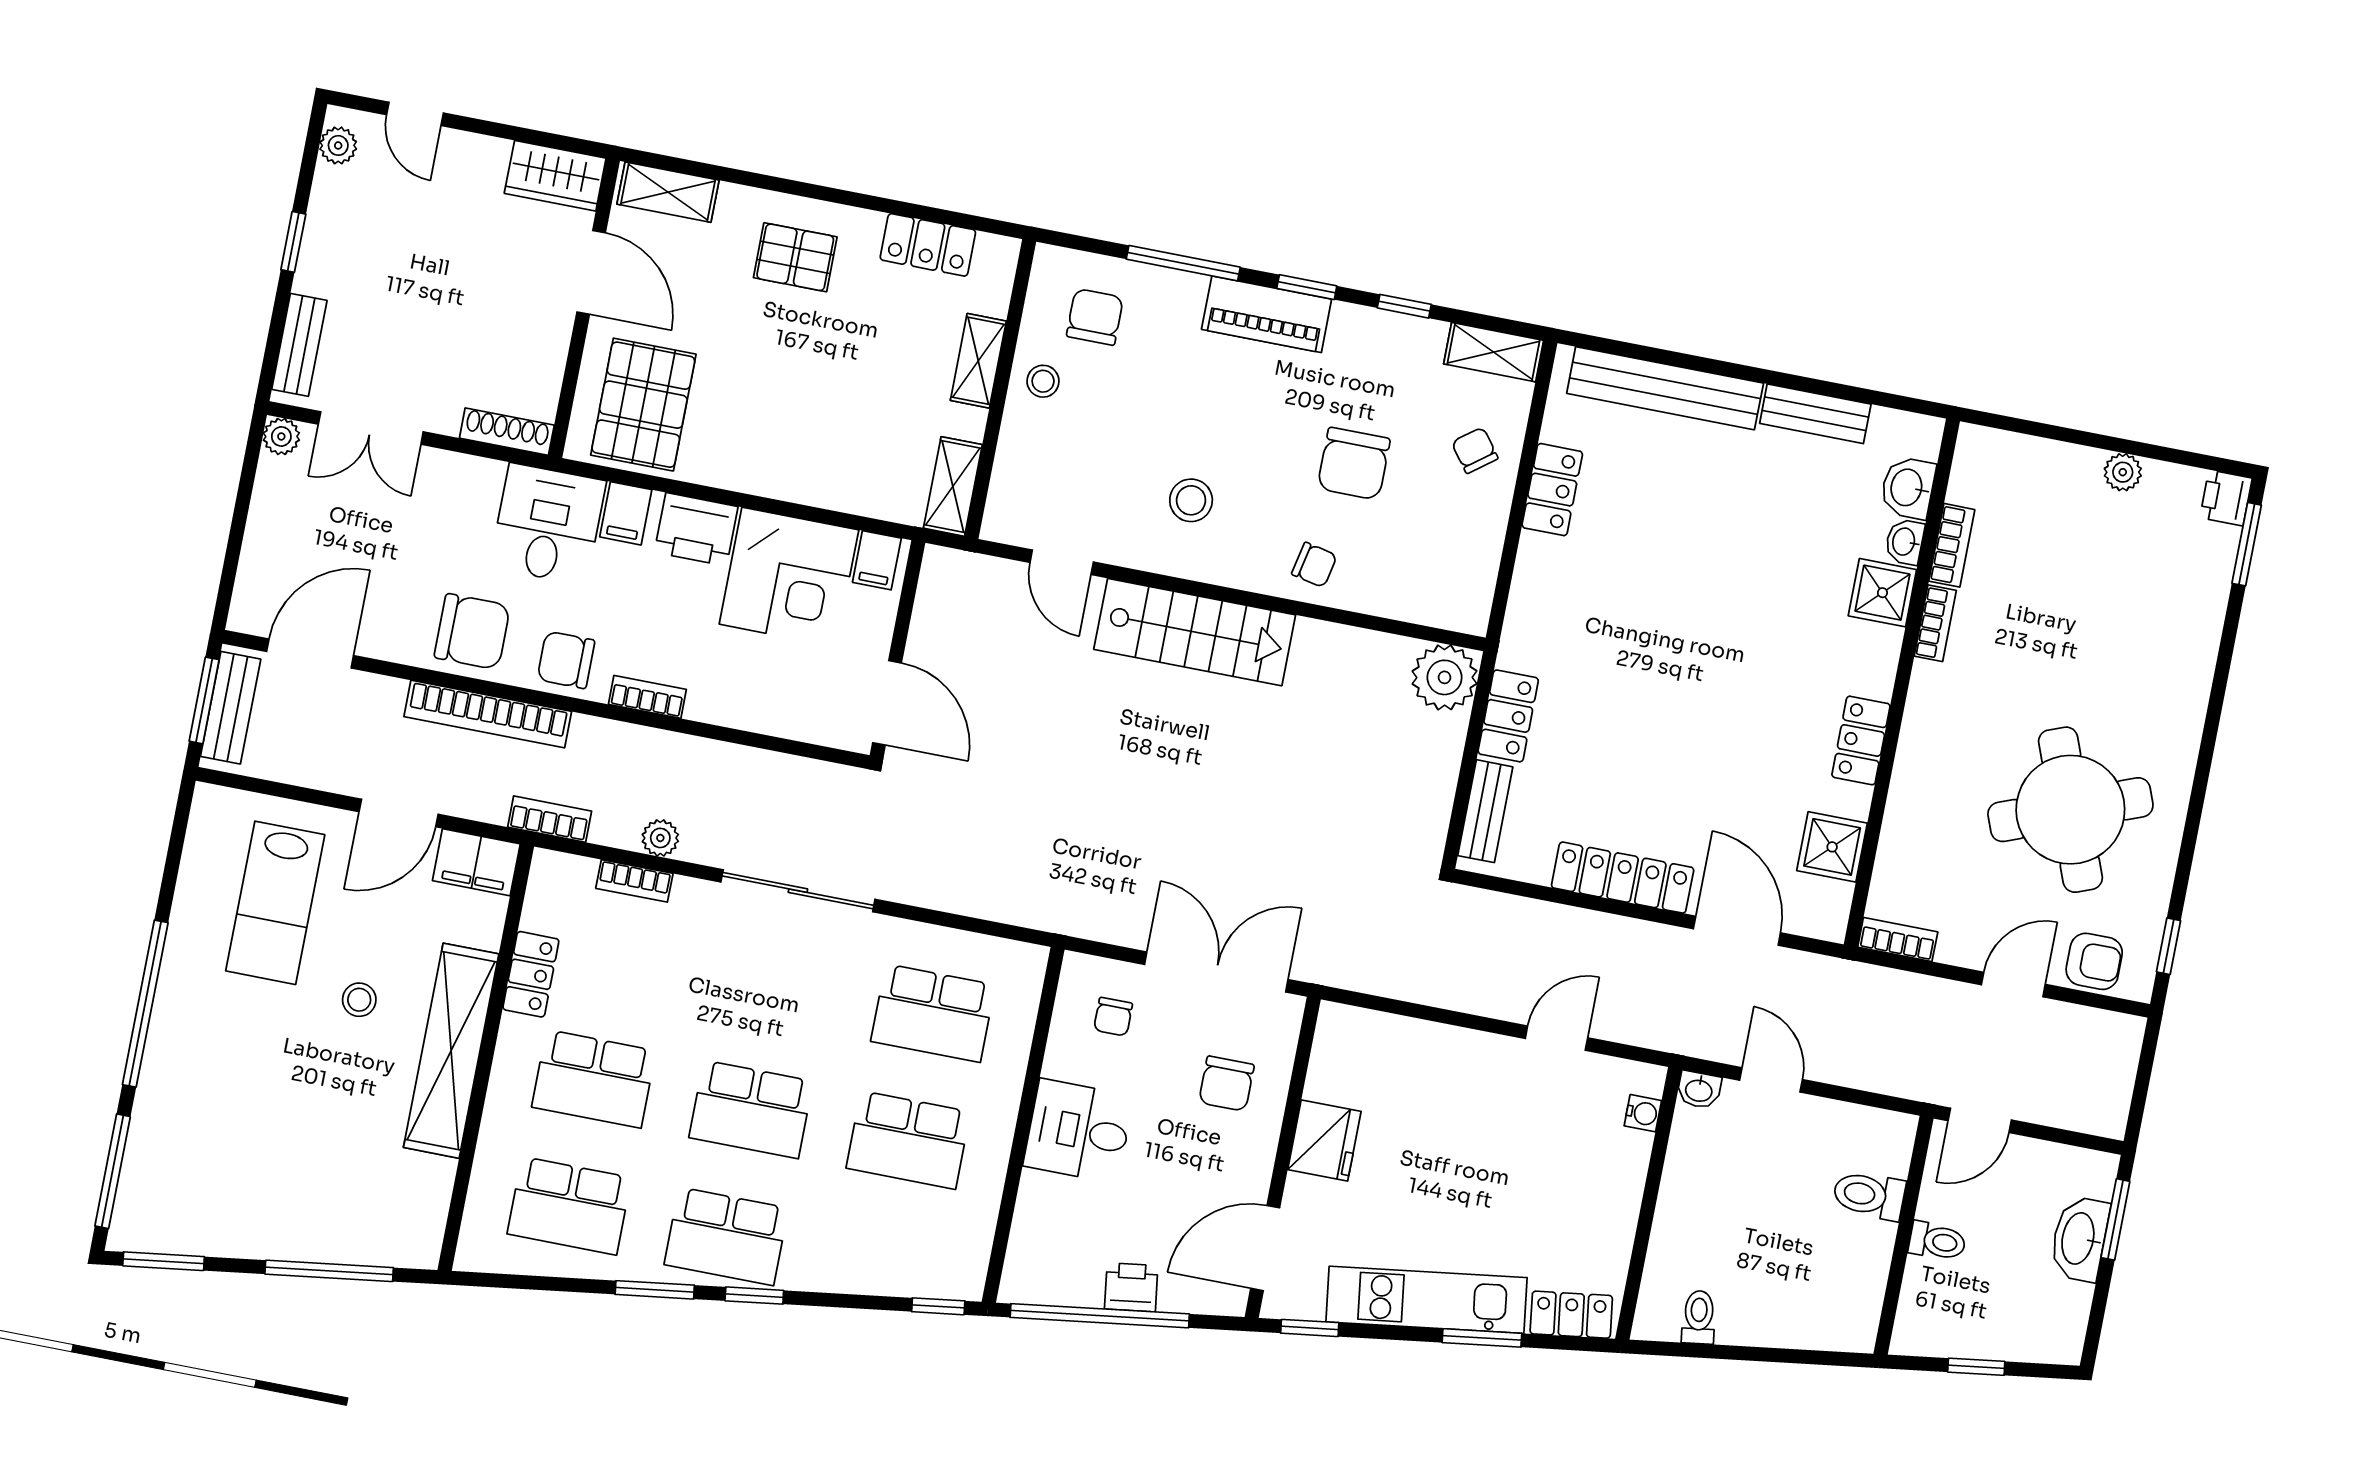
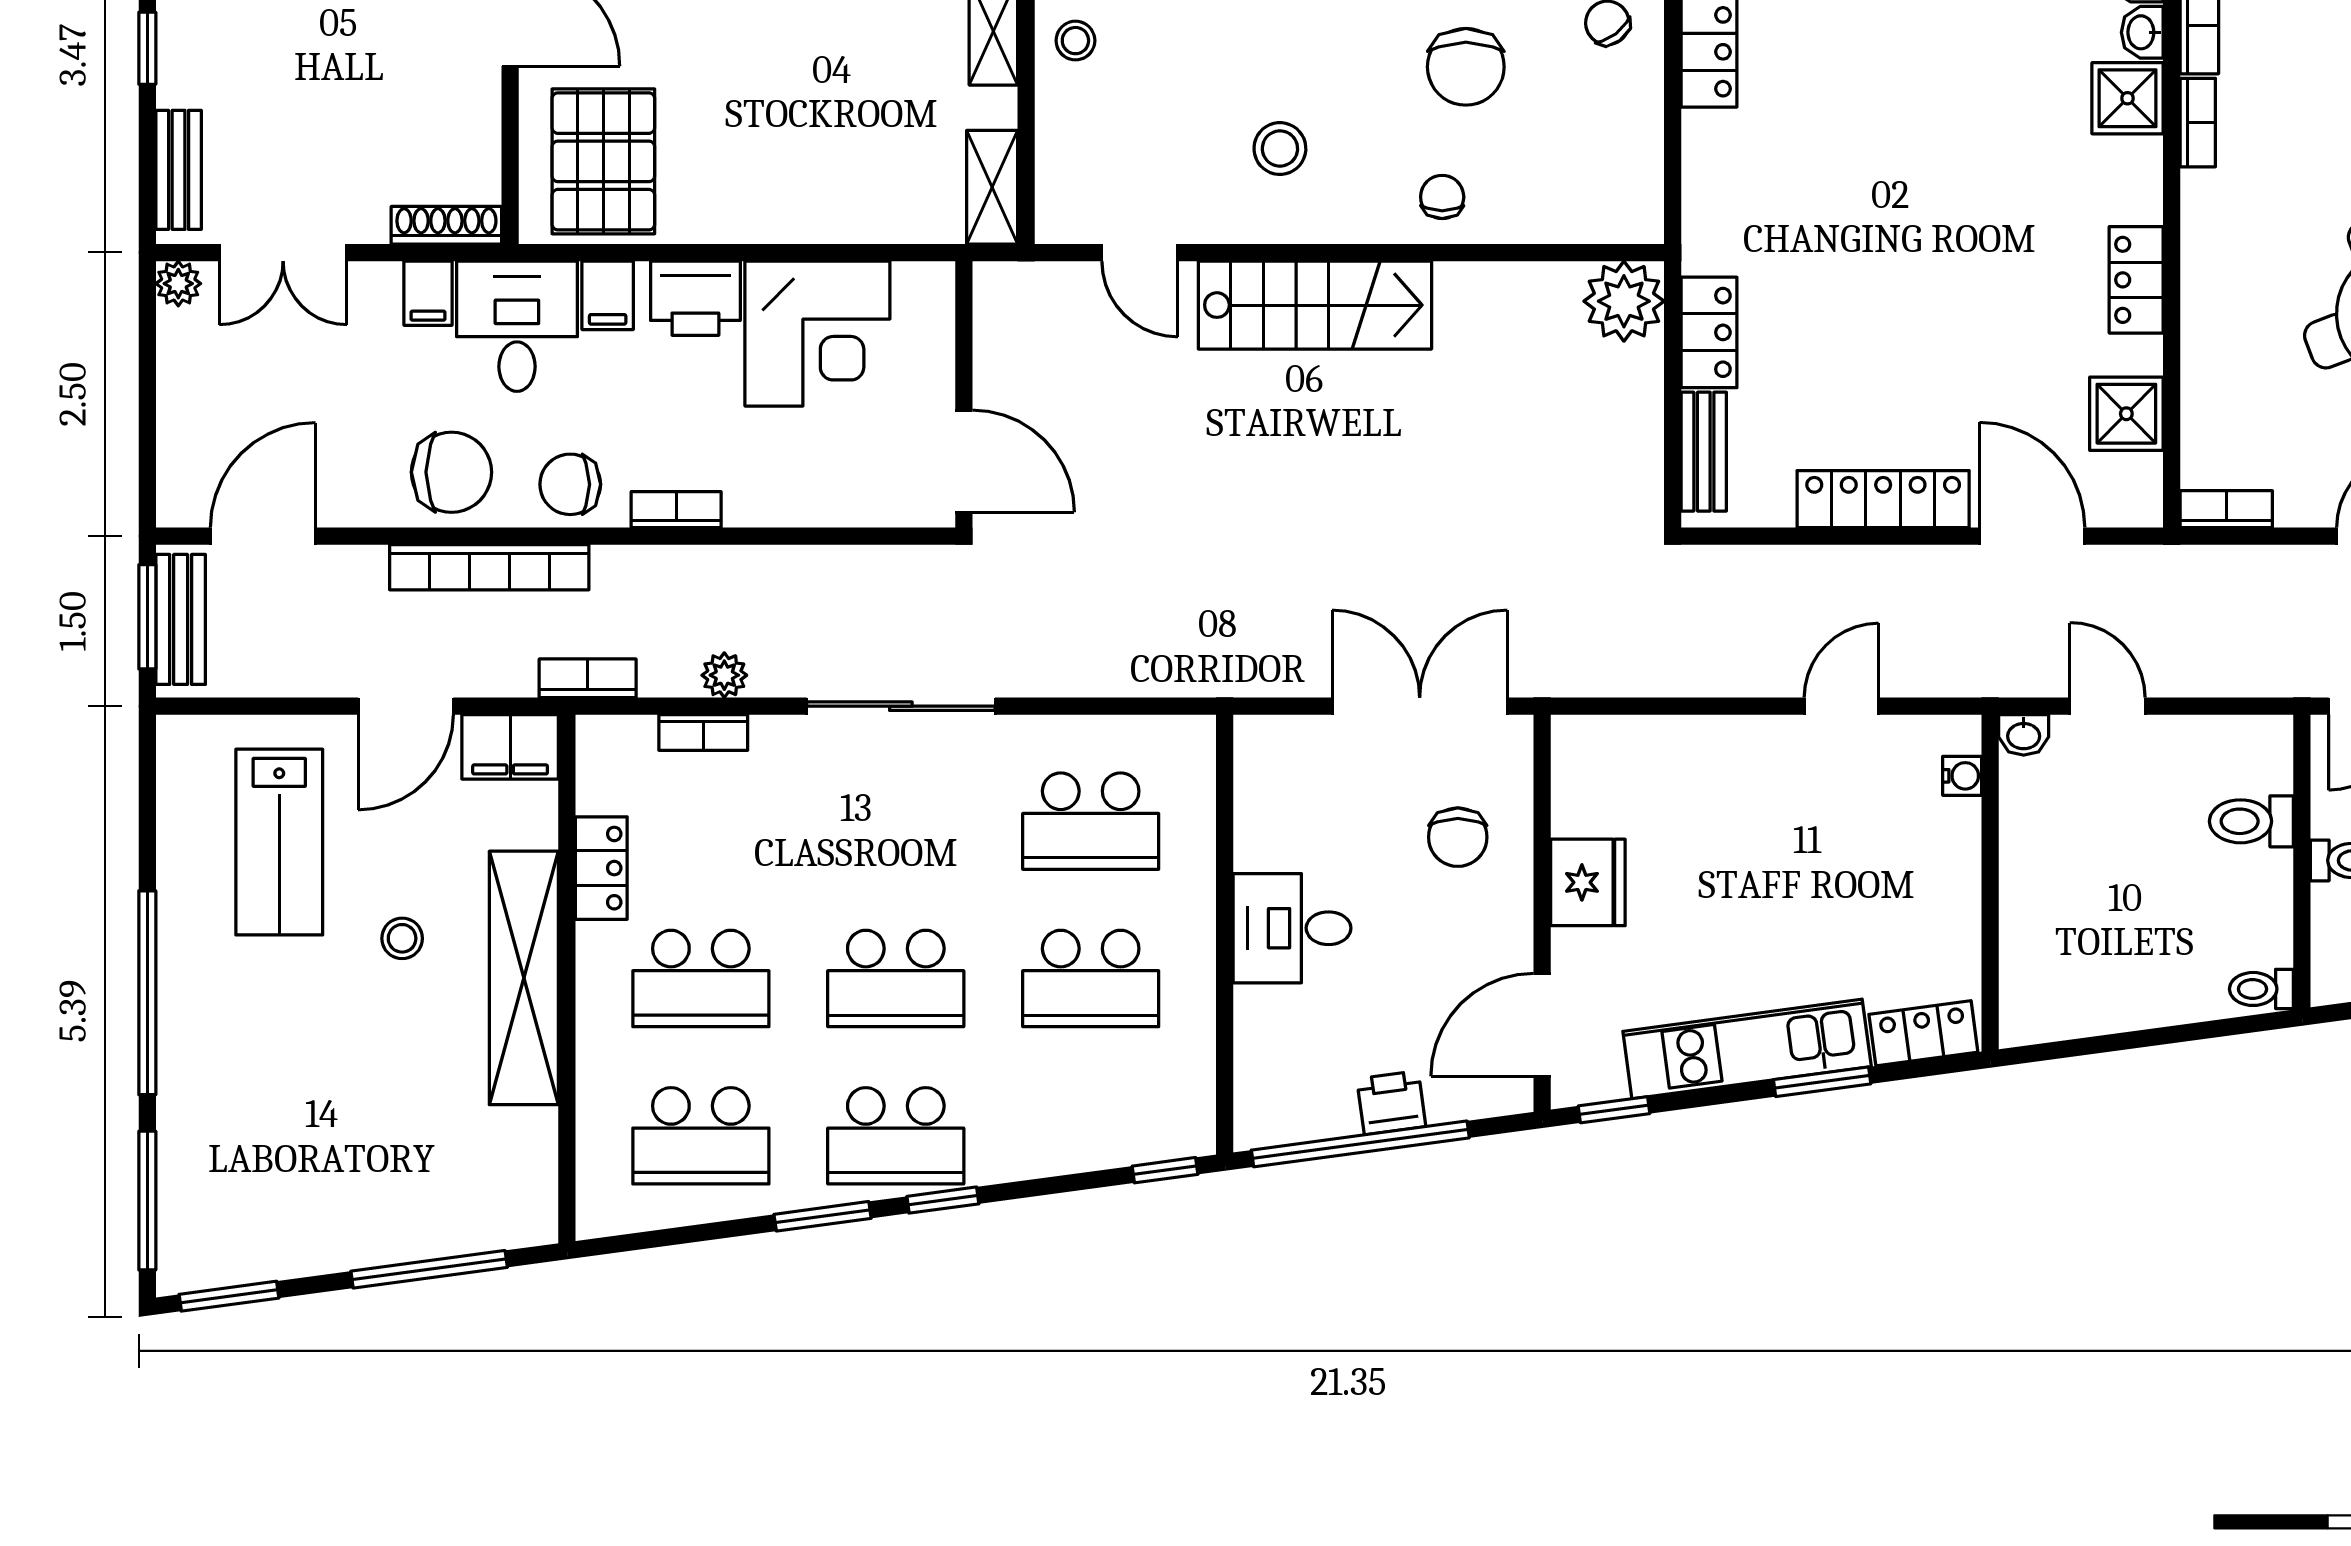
filing cabinet: (877, 560) -> (428, 293), moved
chair: (1314, 565) -> (1442, 197), turned -102
chair: (1113, 1017) -> (1307, 784), removed
toilet: (1699, 1317) -> (2261, 989), moved, turned -82

